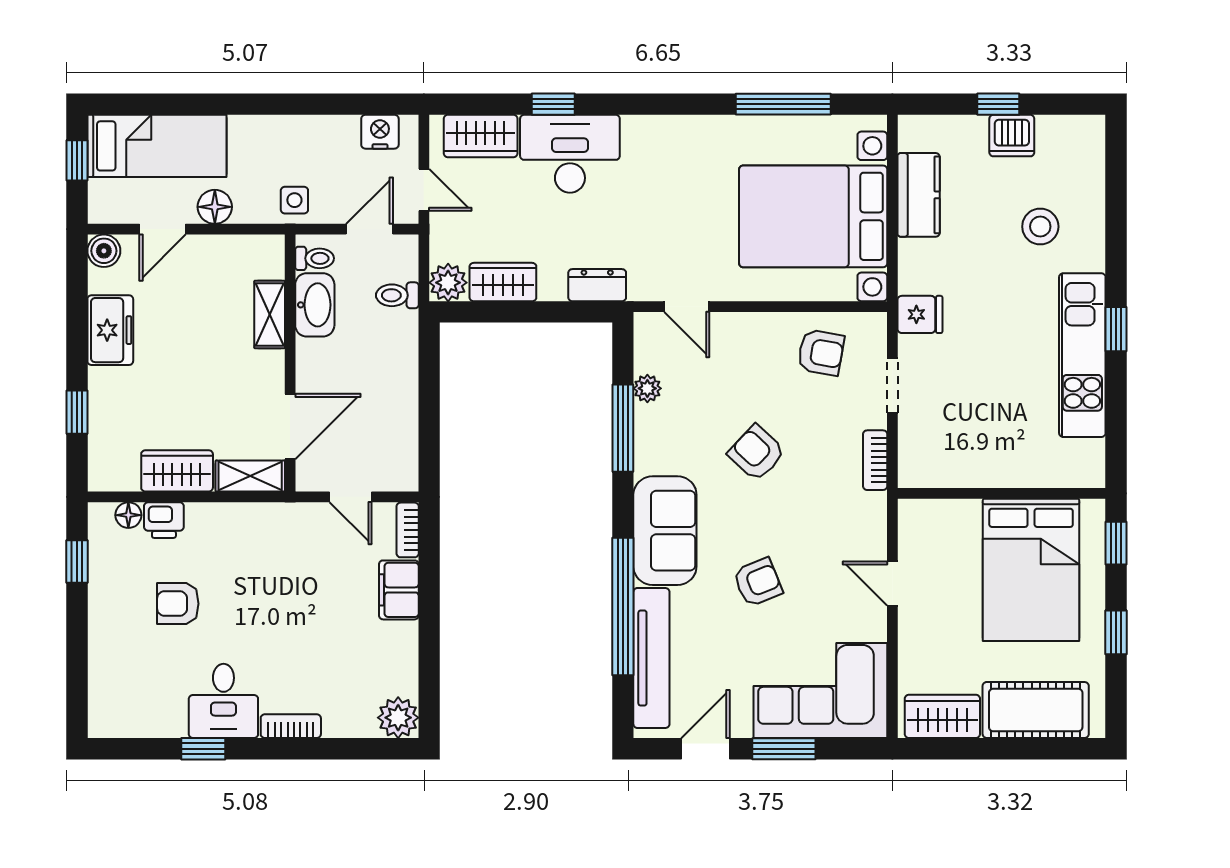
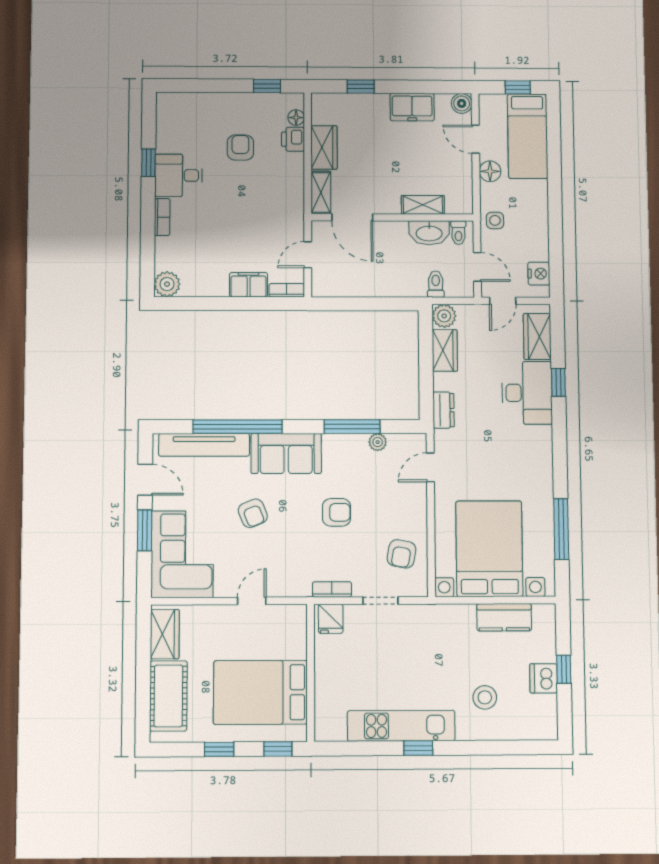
fridge: (920, 314) -> (331, 619), moved
armchair: (757, 453) -> (337, 512), turned 47

